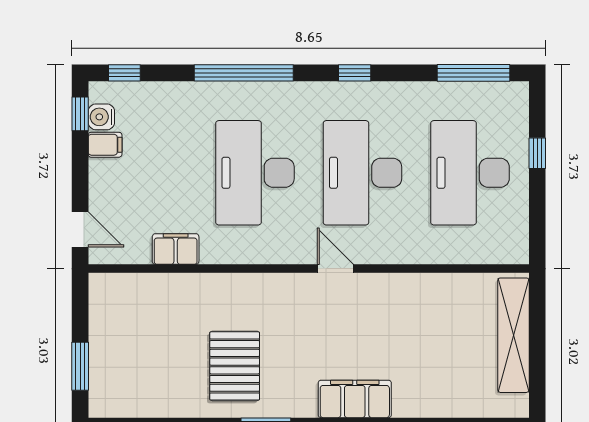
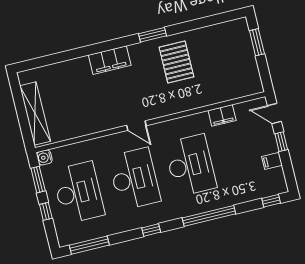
window: (80, 114) -> (281, 142), moved
water cooler: (101, 117) -> (44, 157), moved, turned 180
window: (537, 214) -> (38, 180), added

